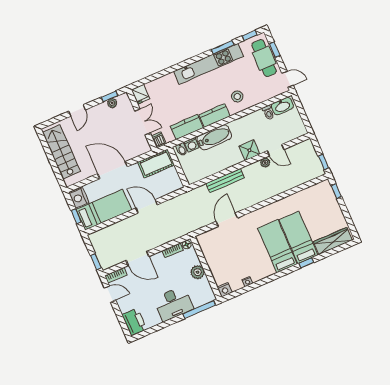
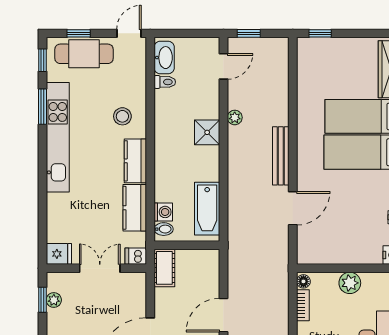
bathtub: (214, 137) -> (207, 209), moved, turned 180
door: (276, 150) -> (223, 66), moved
window: (324, 162) -> (249, 33), moved
cot: (156, 164) -> (164, 268), width x0.73, depth x0.75
bench: (225, 181) -> (281, 156), moved
door: (227, 220) -> (293, 208), swing flipped

